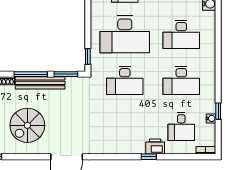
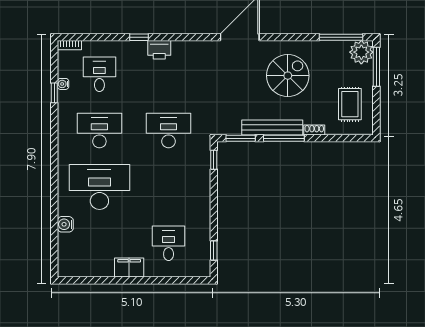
desk: (125, 34) -> (169, 187), removed
desk: (181, 34) -> (99, 187), width x1.36, depth x1.30
printer: (155, 146) -> (159, 50), moved

